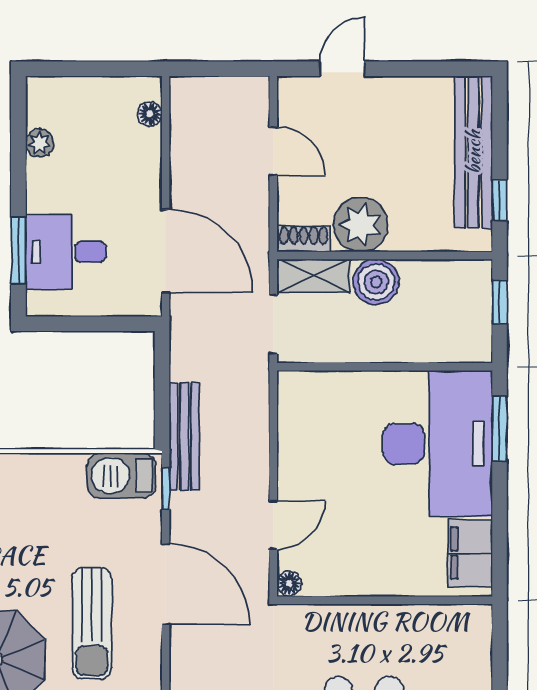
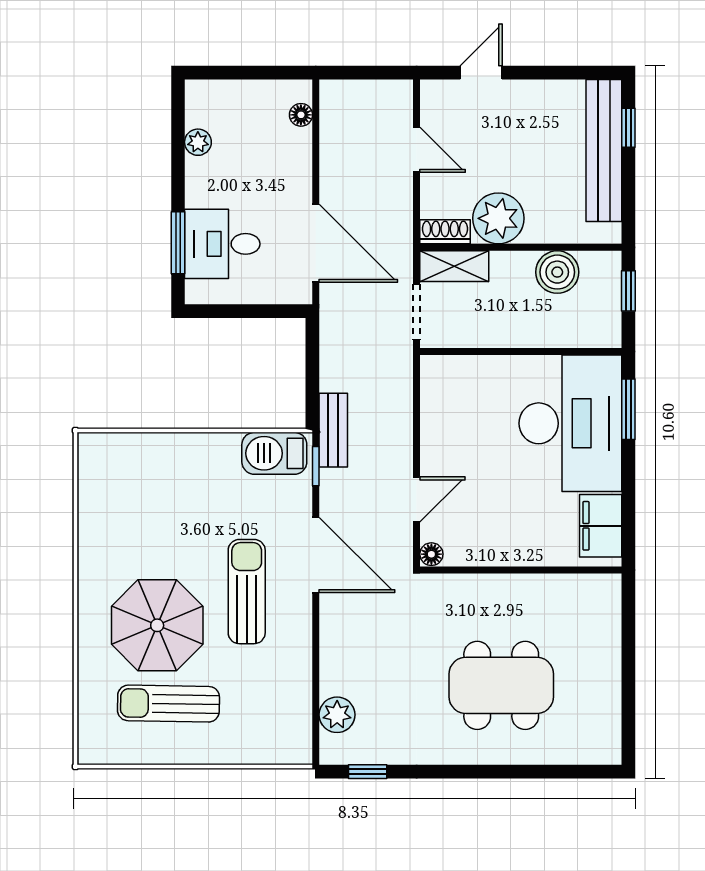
window: (500, 201) -> (628, 128), moved
boiler: (376, 282) -> (557, 272), moved
bench: (184, 436) -> (333, 430), width x0.73
sun lounger: (92, 623) -> (247, 592), turned 180

